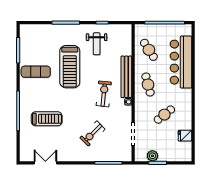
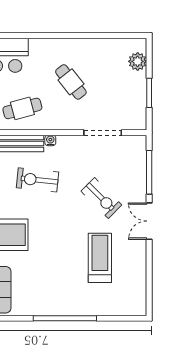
treadmill: (47, 119) -> (100, 258), moved
fridge: (185, 136) -> (105, 49), removed
plant: (152, 156) -> (138, 61), moved
double door: (45, 163) -> (149, 221), moved

